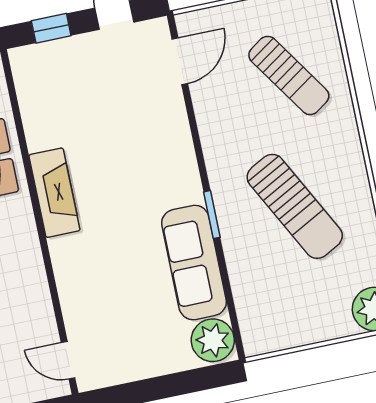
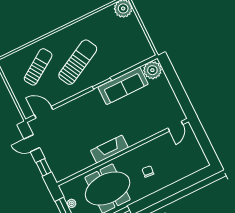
sun lounger: (295, 206) -> (78, 62), moved

